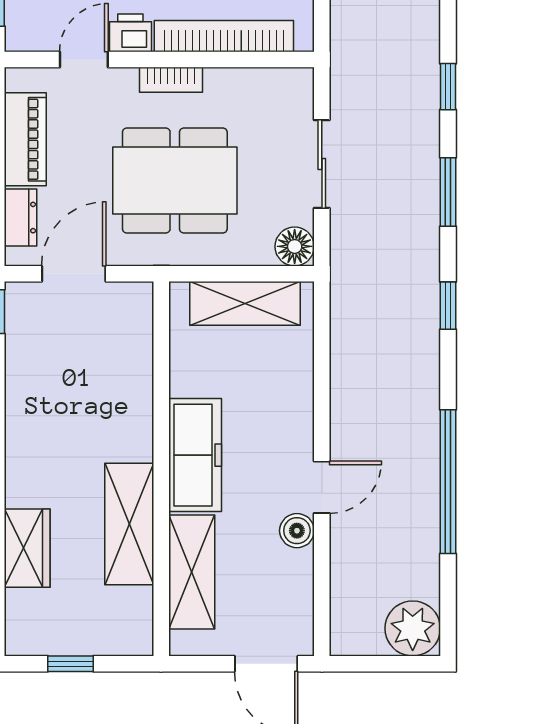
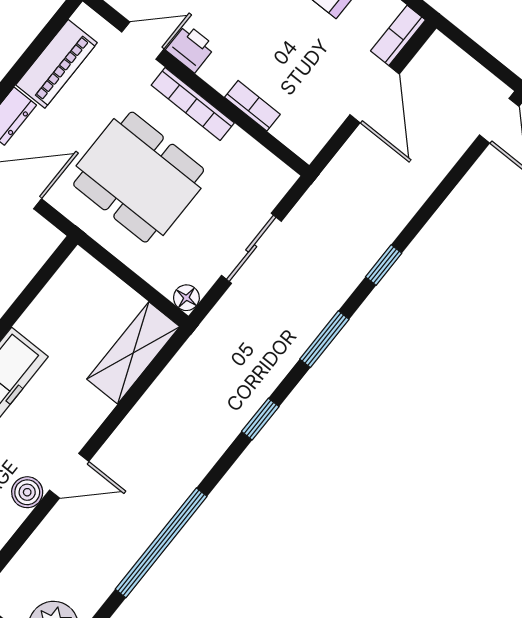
bookcase: (224, 36) -> (252, 106), width x0.43, depth x0.76
bookcase: (171, 80) -> (193, 104), width x1.56
floor lamp: (295, 246) -> (186, 298), width x0.73, depth x0.73
shelving: (245, 303) -> (133, 353), moved, turned 90

